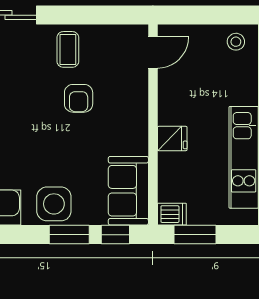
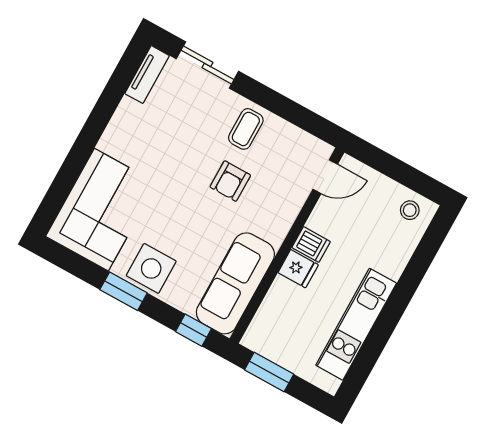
sofa: (128, 191) -> (235, 283), width x1.36
dishwasher: (172, 214) -> (311, 245), moved
window: (69, 235) -> (124, 291), moved

